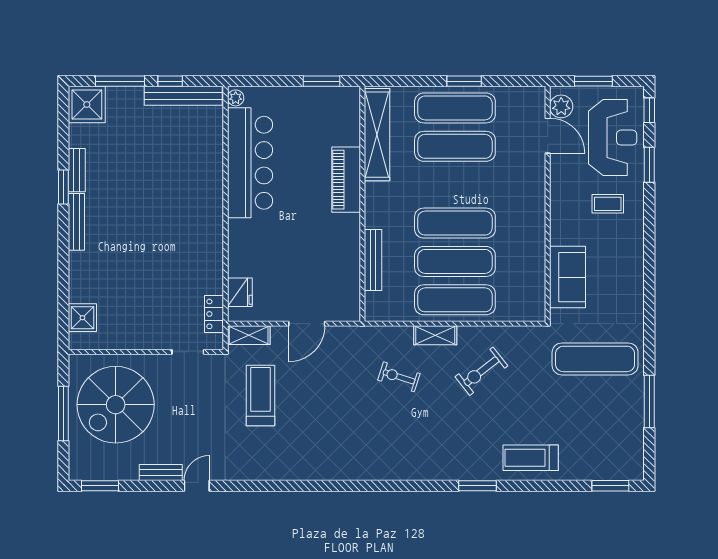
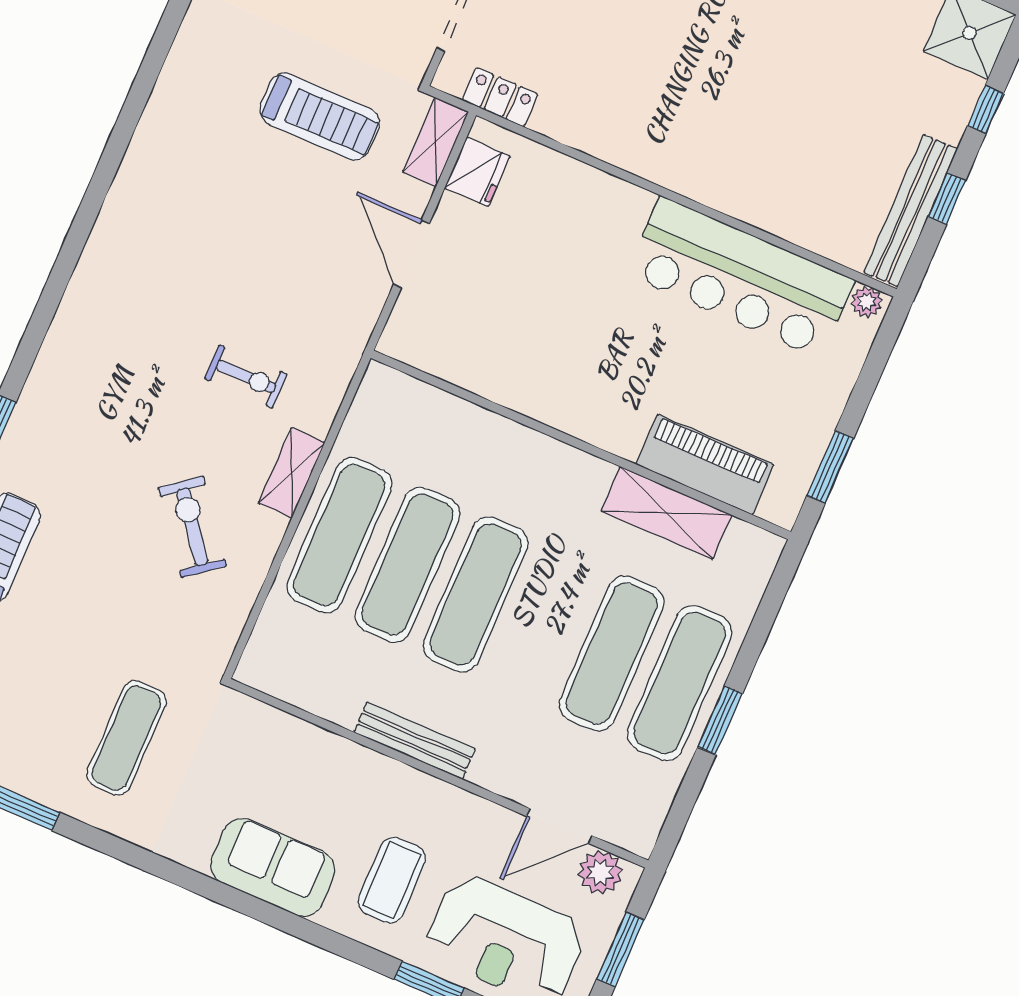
window: (120, 81) -> (986, 110), width x0.46
shelving: (377, 135) -> (666, 513), width x0.68
piano: (346, 180) -> (705, 464), moved
coffee table: (608, 204) -> (392, 880), width x1.36, depth x1.30
bench: (373, 260) -> (415, 741), moved
sofa: (567, 277) -> (273, 867), moved, turned 180
fridge: (240, 292) -> (477, 172), moved, turned -90
exercise mat: (595, 359) -> (126, 738), width x0.73, depth x0.69
exercise bike: (399, 377) -> (246, 376), turned 72

